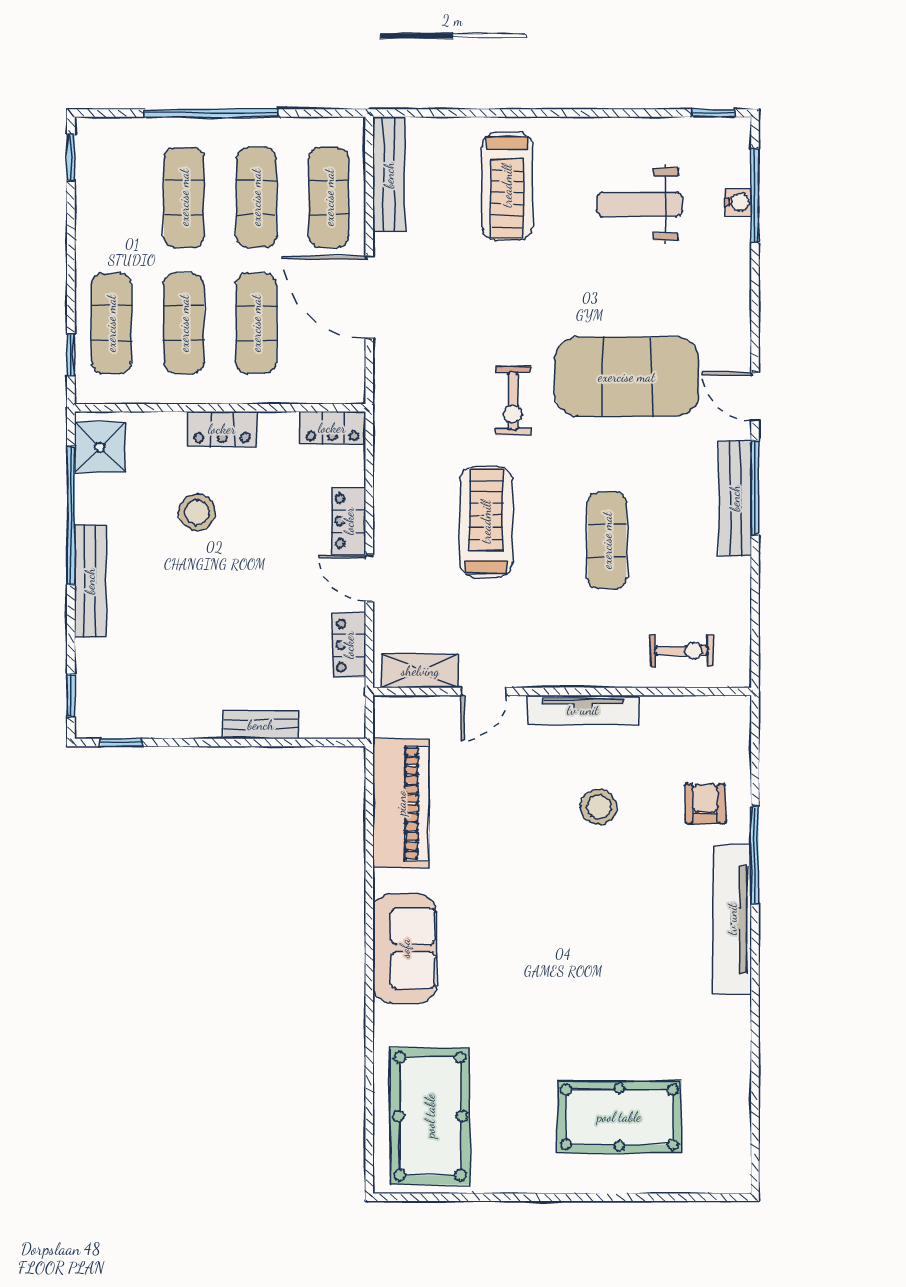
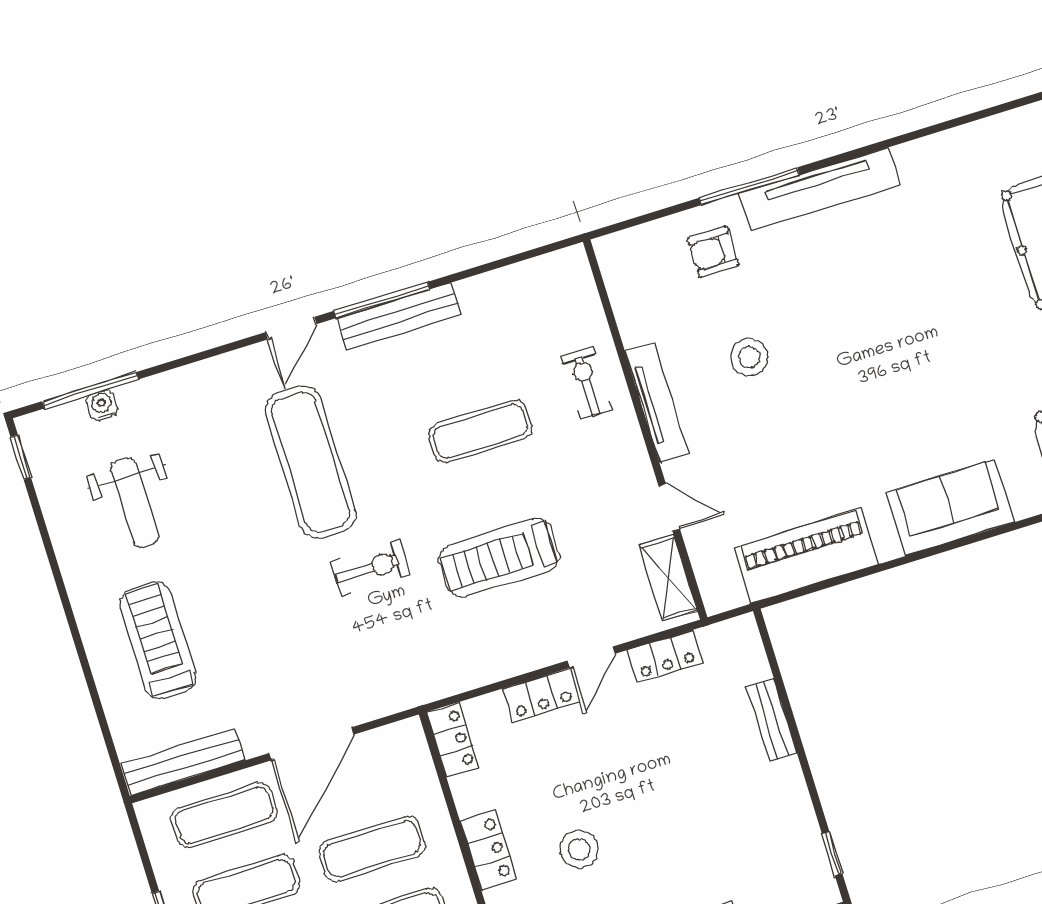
treadmill: (507, 186) -> (158, 640), turned -90
exercise mat: (627, 377) -> (311, 462), width x0.68
exercise bike: (682, 651) -> (587, 383), moved

